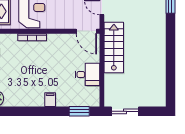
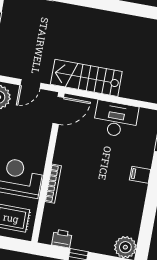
desk: (87, 74) -> (116, 119), width x1.37

